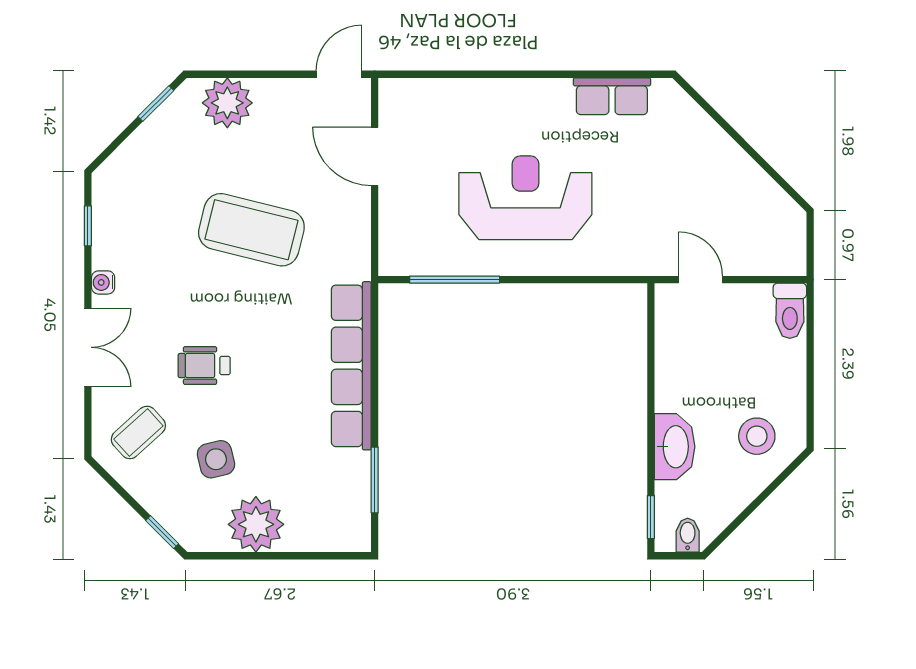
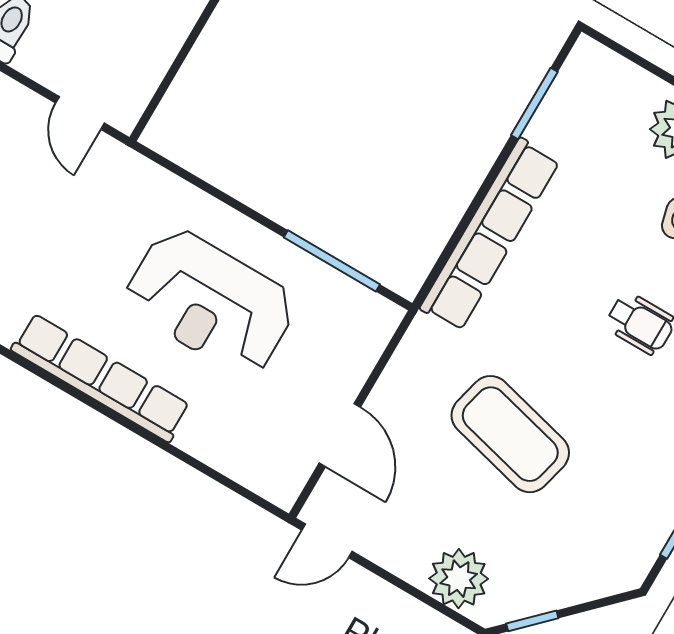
row of seats: (612, 96) -> (101, 378), width x2.02

